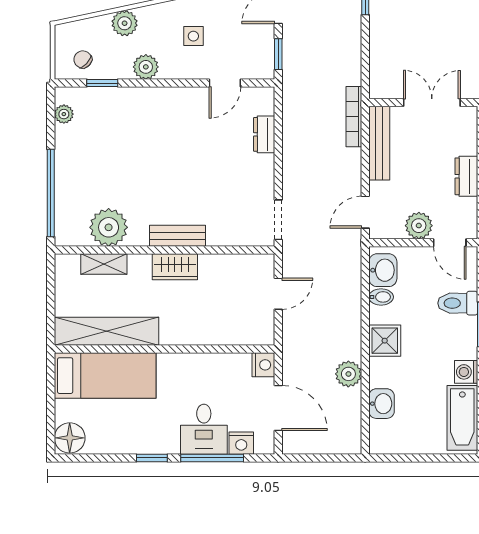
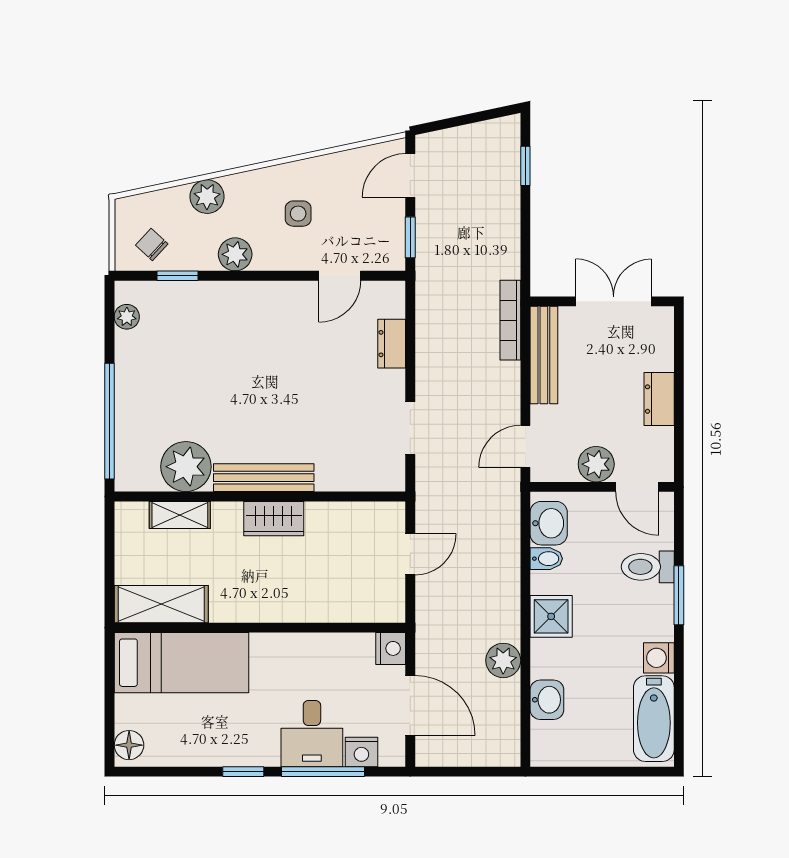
doorway: (278, 220) -> (410, 428), moved
bench: (178, 236) -> (264, 478), width x1.36
shelving: (107, 331) -> (161, 604), width x0.68
floor lamp: (70, 438) -> (129, 745), width x0.73, depth x0.73

